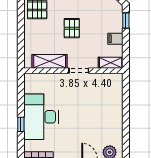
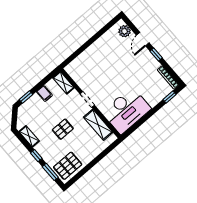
desk: (41, 117) -> (126, 111), moved
window: (21, 124) -> (170, 97), moved

